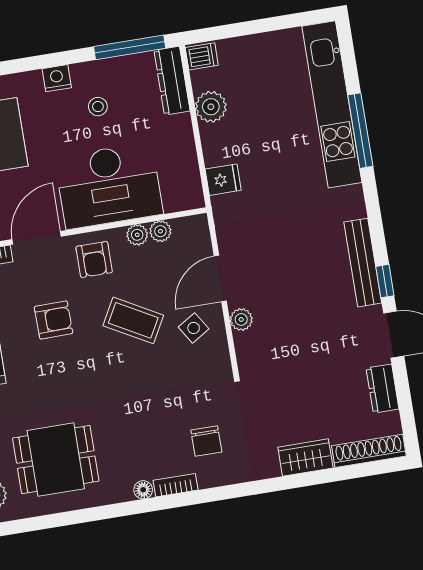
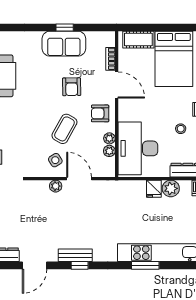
window: (360, 131) -> (145, 265), width x0.69
fridge: (223, 180) -> (154, 189), moved
desk: (109, 186) -> (138, 148), moved
bench: (363, 263) -> (75, 255), width x0.73
window: (385, 281) -> (80, 265), moved

